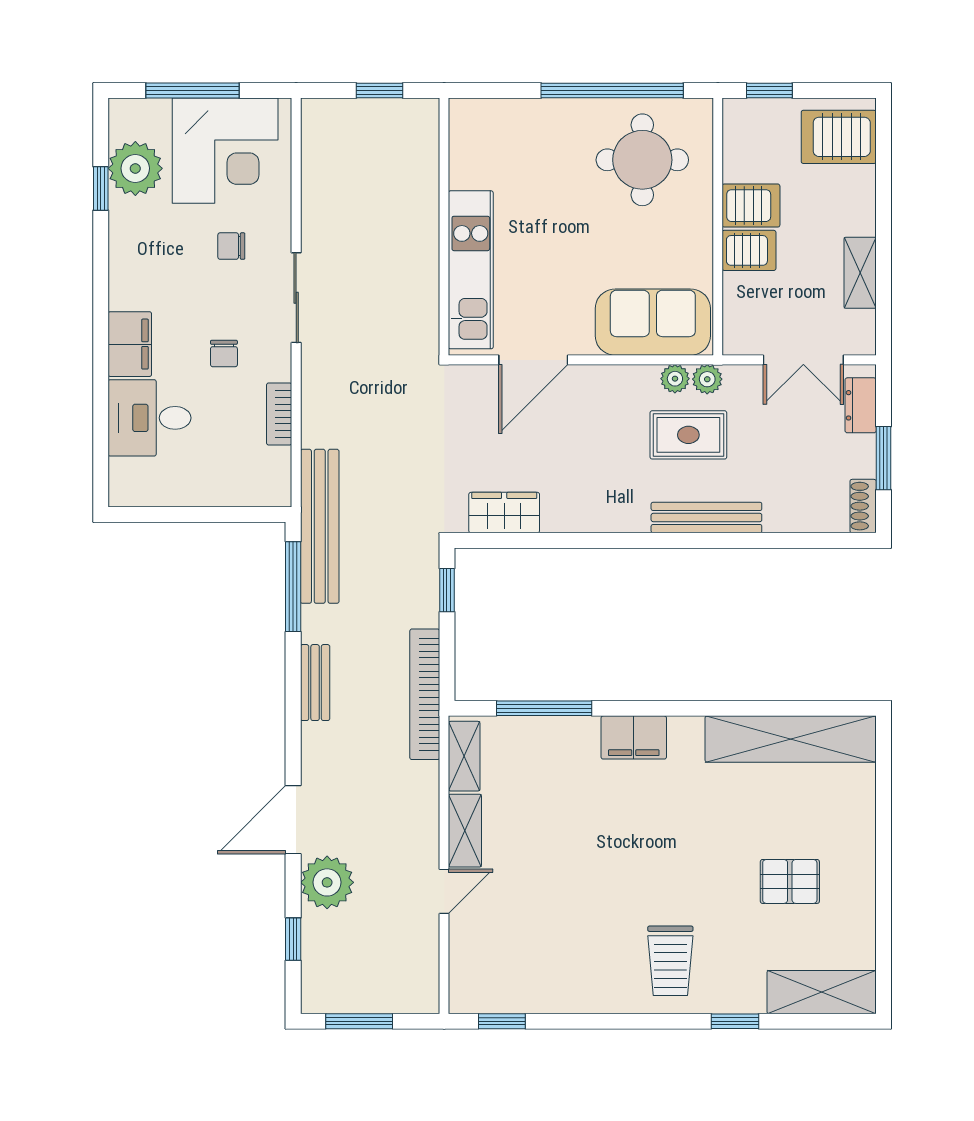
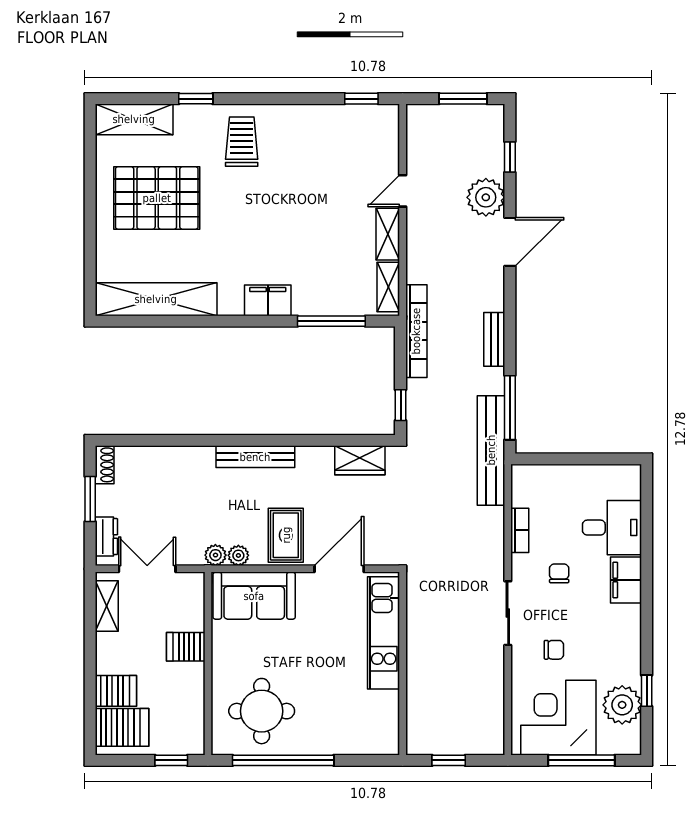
server rack: (751, 206) -> (116, 691), moved, turned 180
shelving: (860, 273) -> (107, 606), moved
rug: (688, 435) -> (286, 535), moved, turned 90
bench: (706, 518) -> (255, 457), moved
pallet: (790, 881) -> (157, 198), width x2.05, depth x2.00

